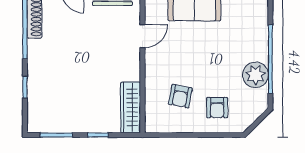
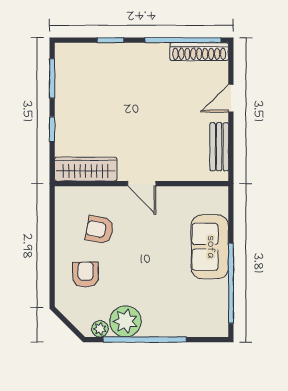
door: (143, 36) -> (142, 184), moved
plant: (262, 96) -> (100, 329), added
armchair: (217, 108) -> (86, 275), turned 90

